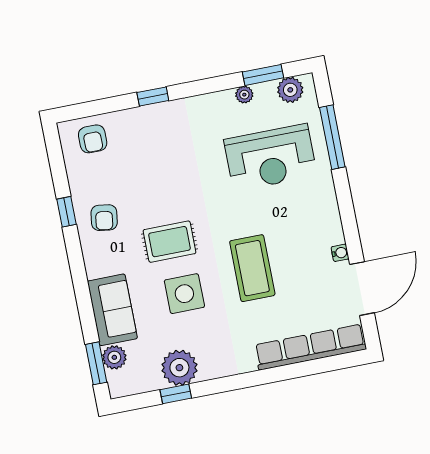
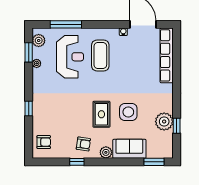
coffee table: (252, 268) -> (100, 56), moved, turned 90
plant: (114, 357) -> (106, 152), moved

